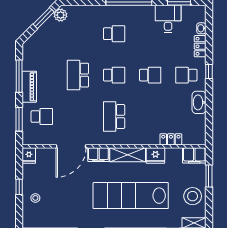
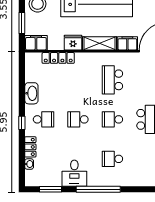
desk: (168, 19) -> (74, 173), moved
school desk: (114, 117) -> (112, 80), turned 180
locker: (171, 139) -> (58, 58), width x1.53

